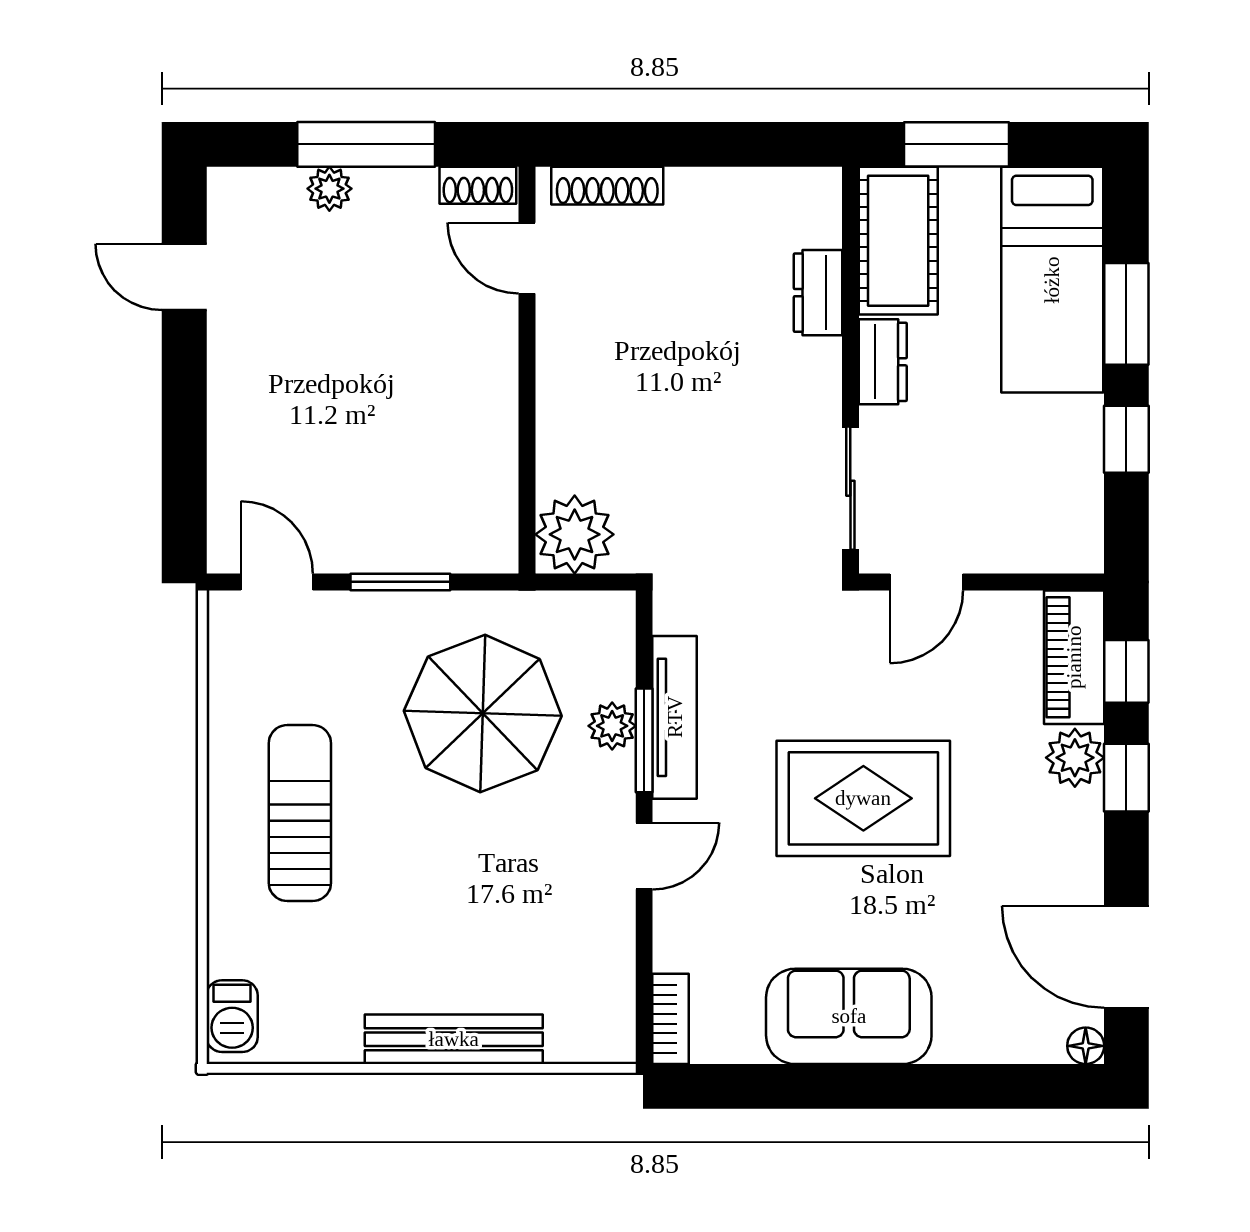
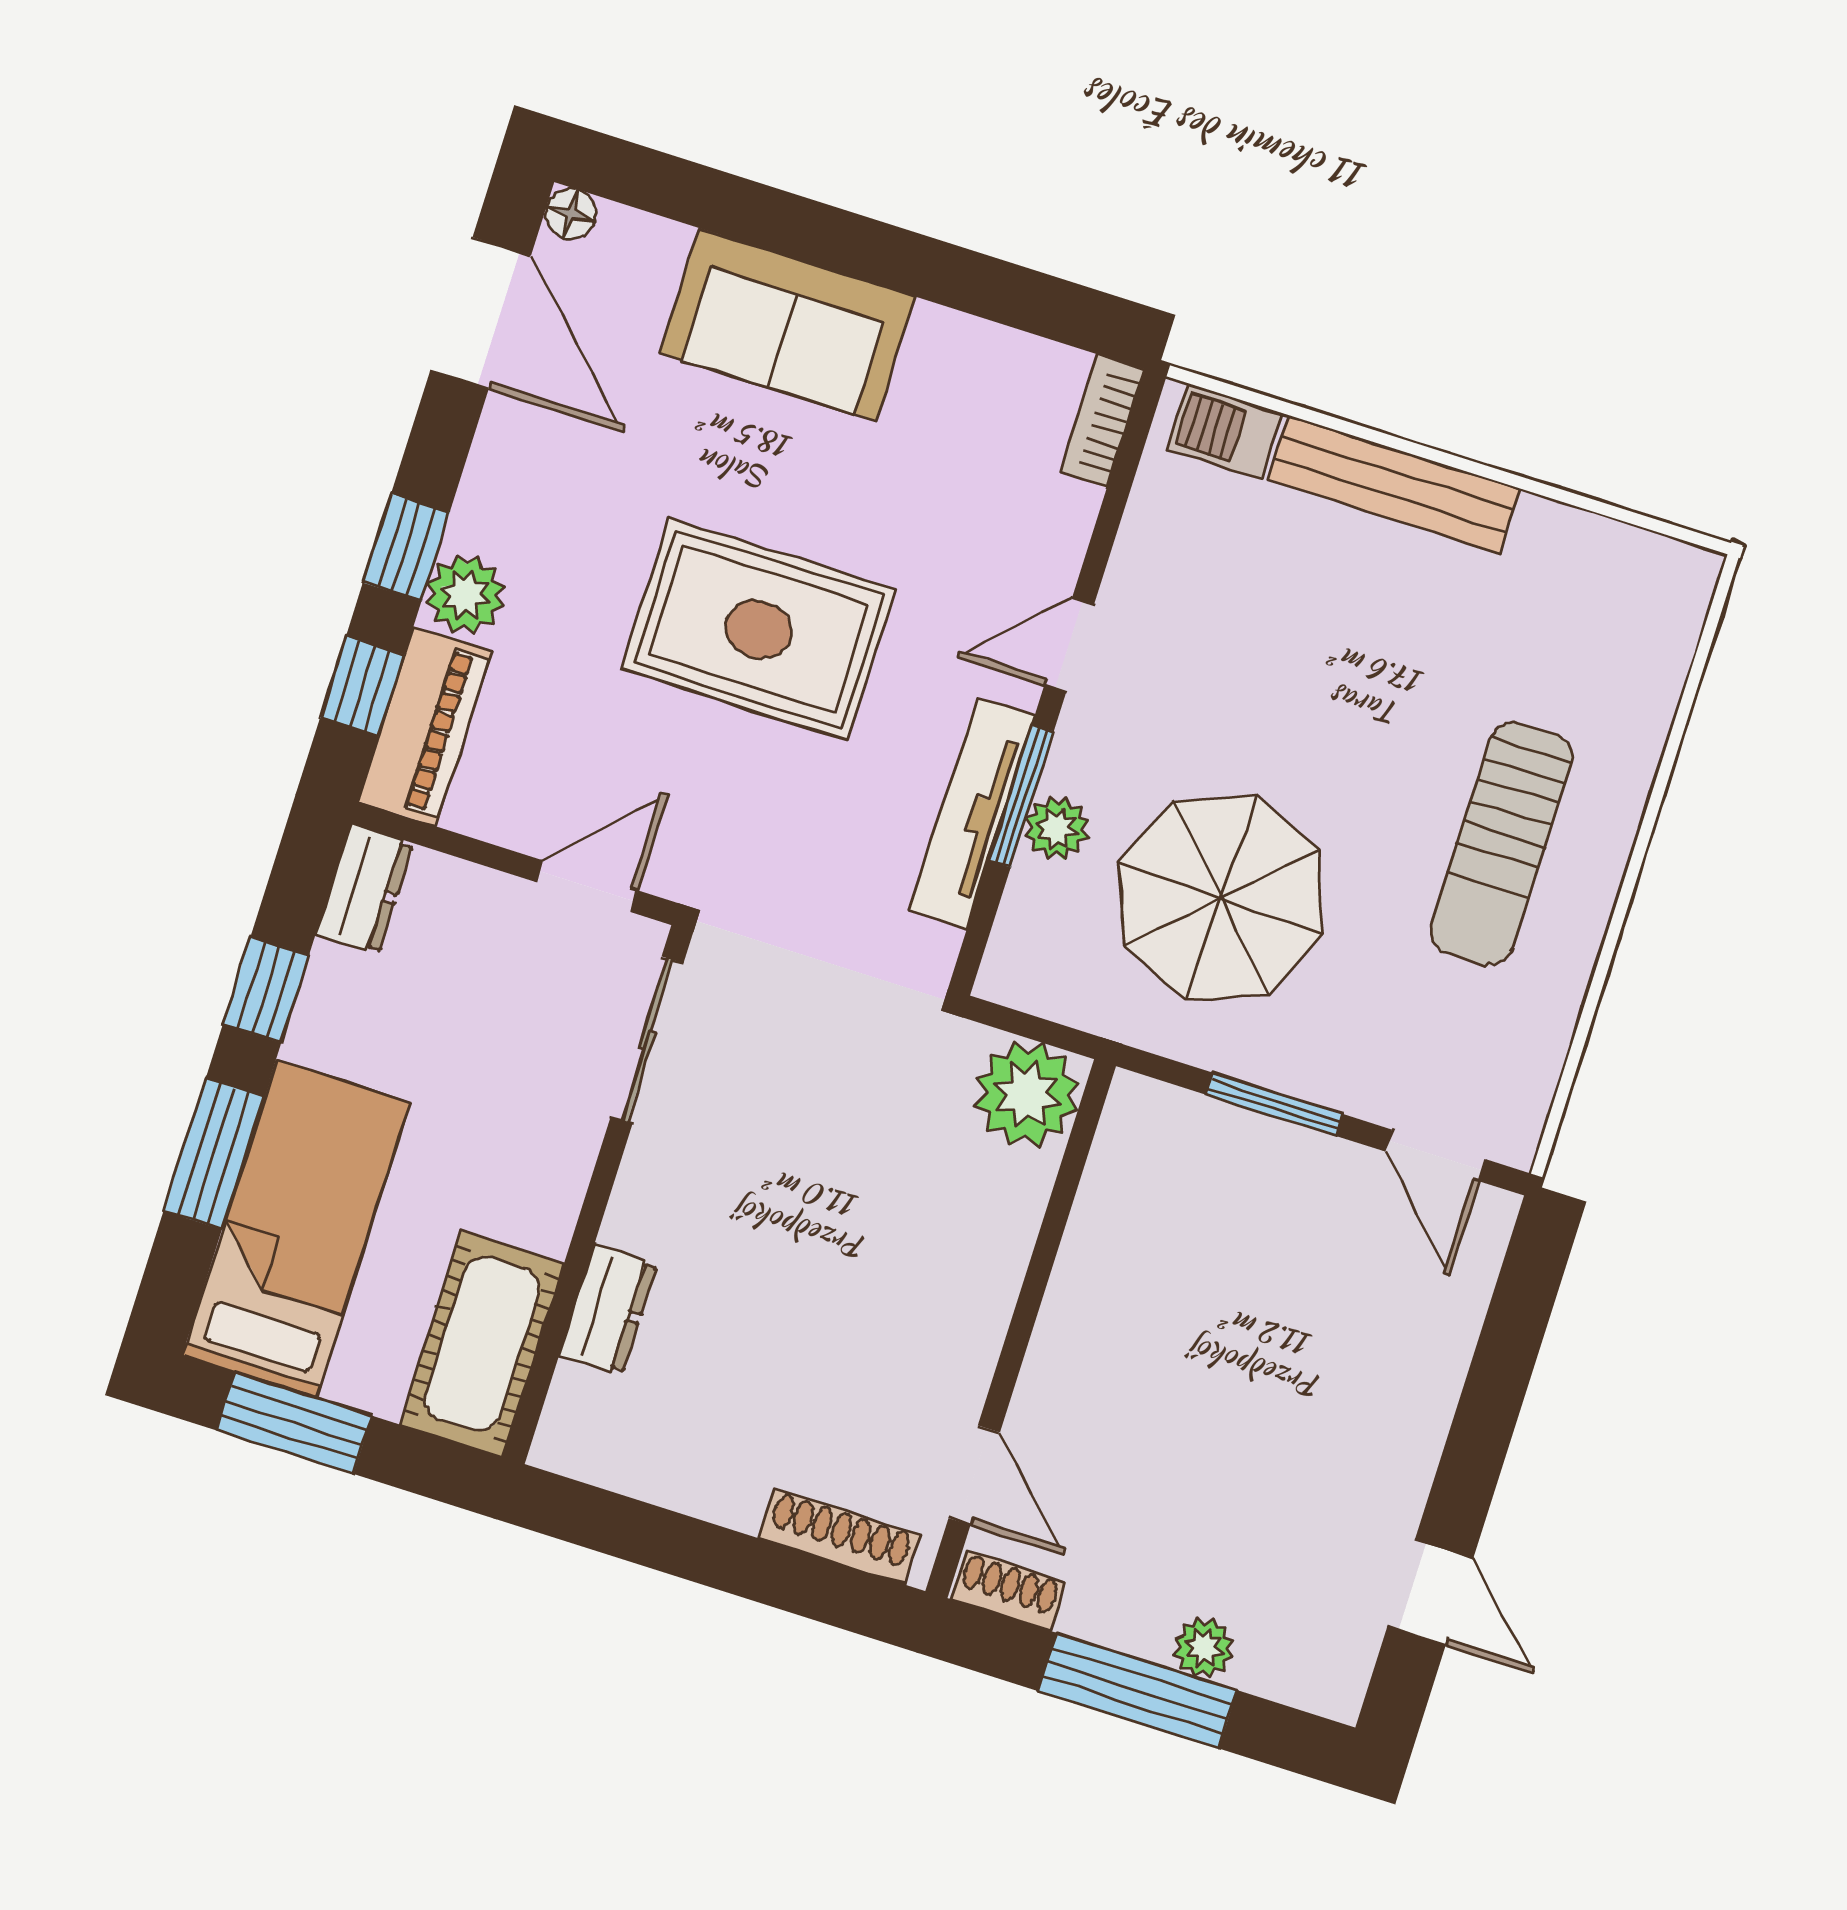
window: (957, 144) -> (294, 1423), moved
dresser: (883, 362) -> (364, 889), moved, turned 180
barbecue: (232, 1016) -> (1225, 431), moved, turned -90
sofa: (849, 1016) -> (788, 325), moved

